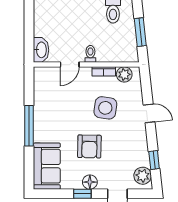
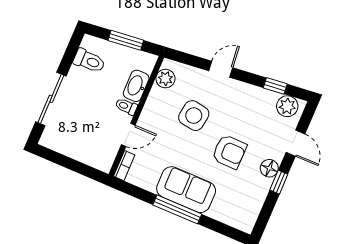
washbasin: (41, 50) -> (136, 86), moved, turned -90
door: (70, 65) -> (128, 135), hinge flipped
bookcase: (104, 71) -> (124, 166), moved
sofa: (47, 166) -> (186, 190), moved

